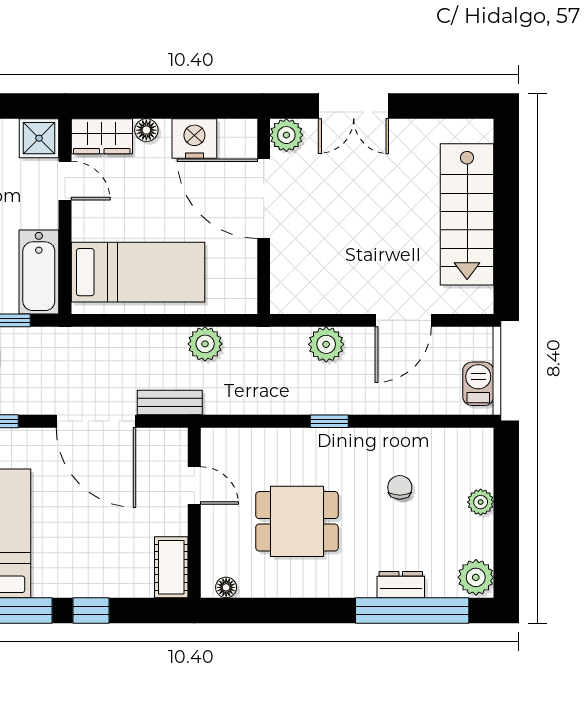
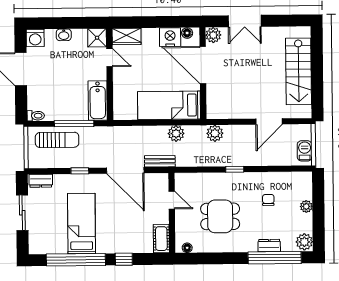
floor lamp: (146, 130) -> (187, 33), moved
bed: (138, 272) -> (169, 105), moved, turned 180
plant: (326, 344) -> (215, 133), moved

